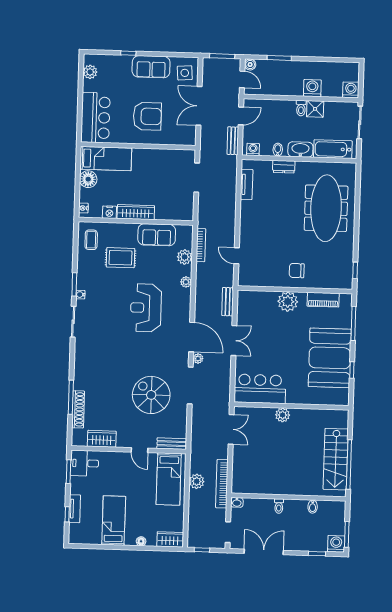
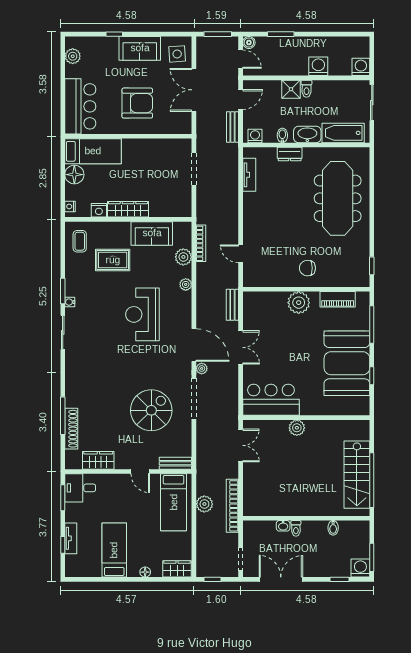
shower: (315, 109) -> (291, 89), moved
spiral stairs: (151, 395) -> (151, 410), turned 90
washbasin: (237, 502) -> (283, 526), moved

